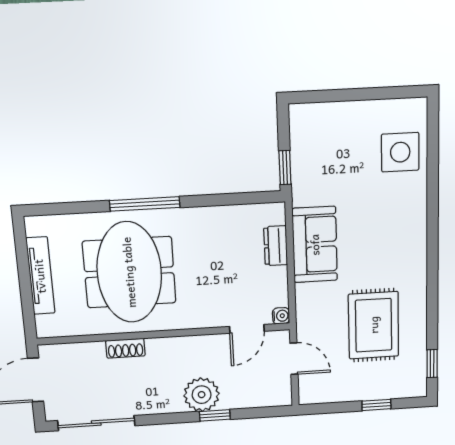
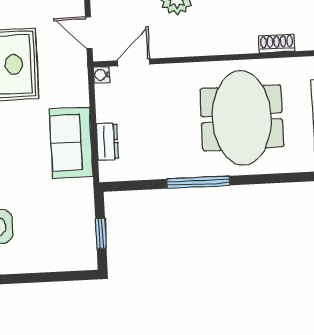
window: (285, 168) -> (101, 234), moved
window: (145, 204) -> (198, 182), moved
shoe rack: (125, 348) -> (277, 44), moved

